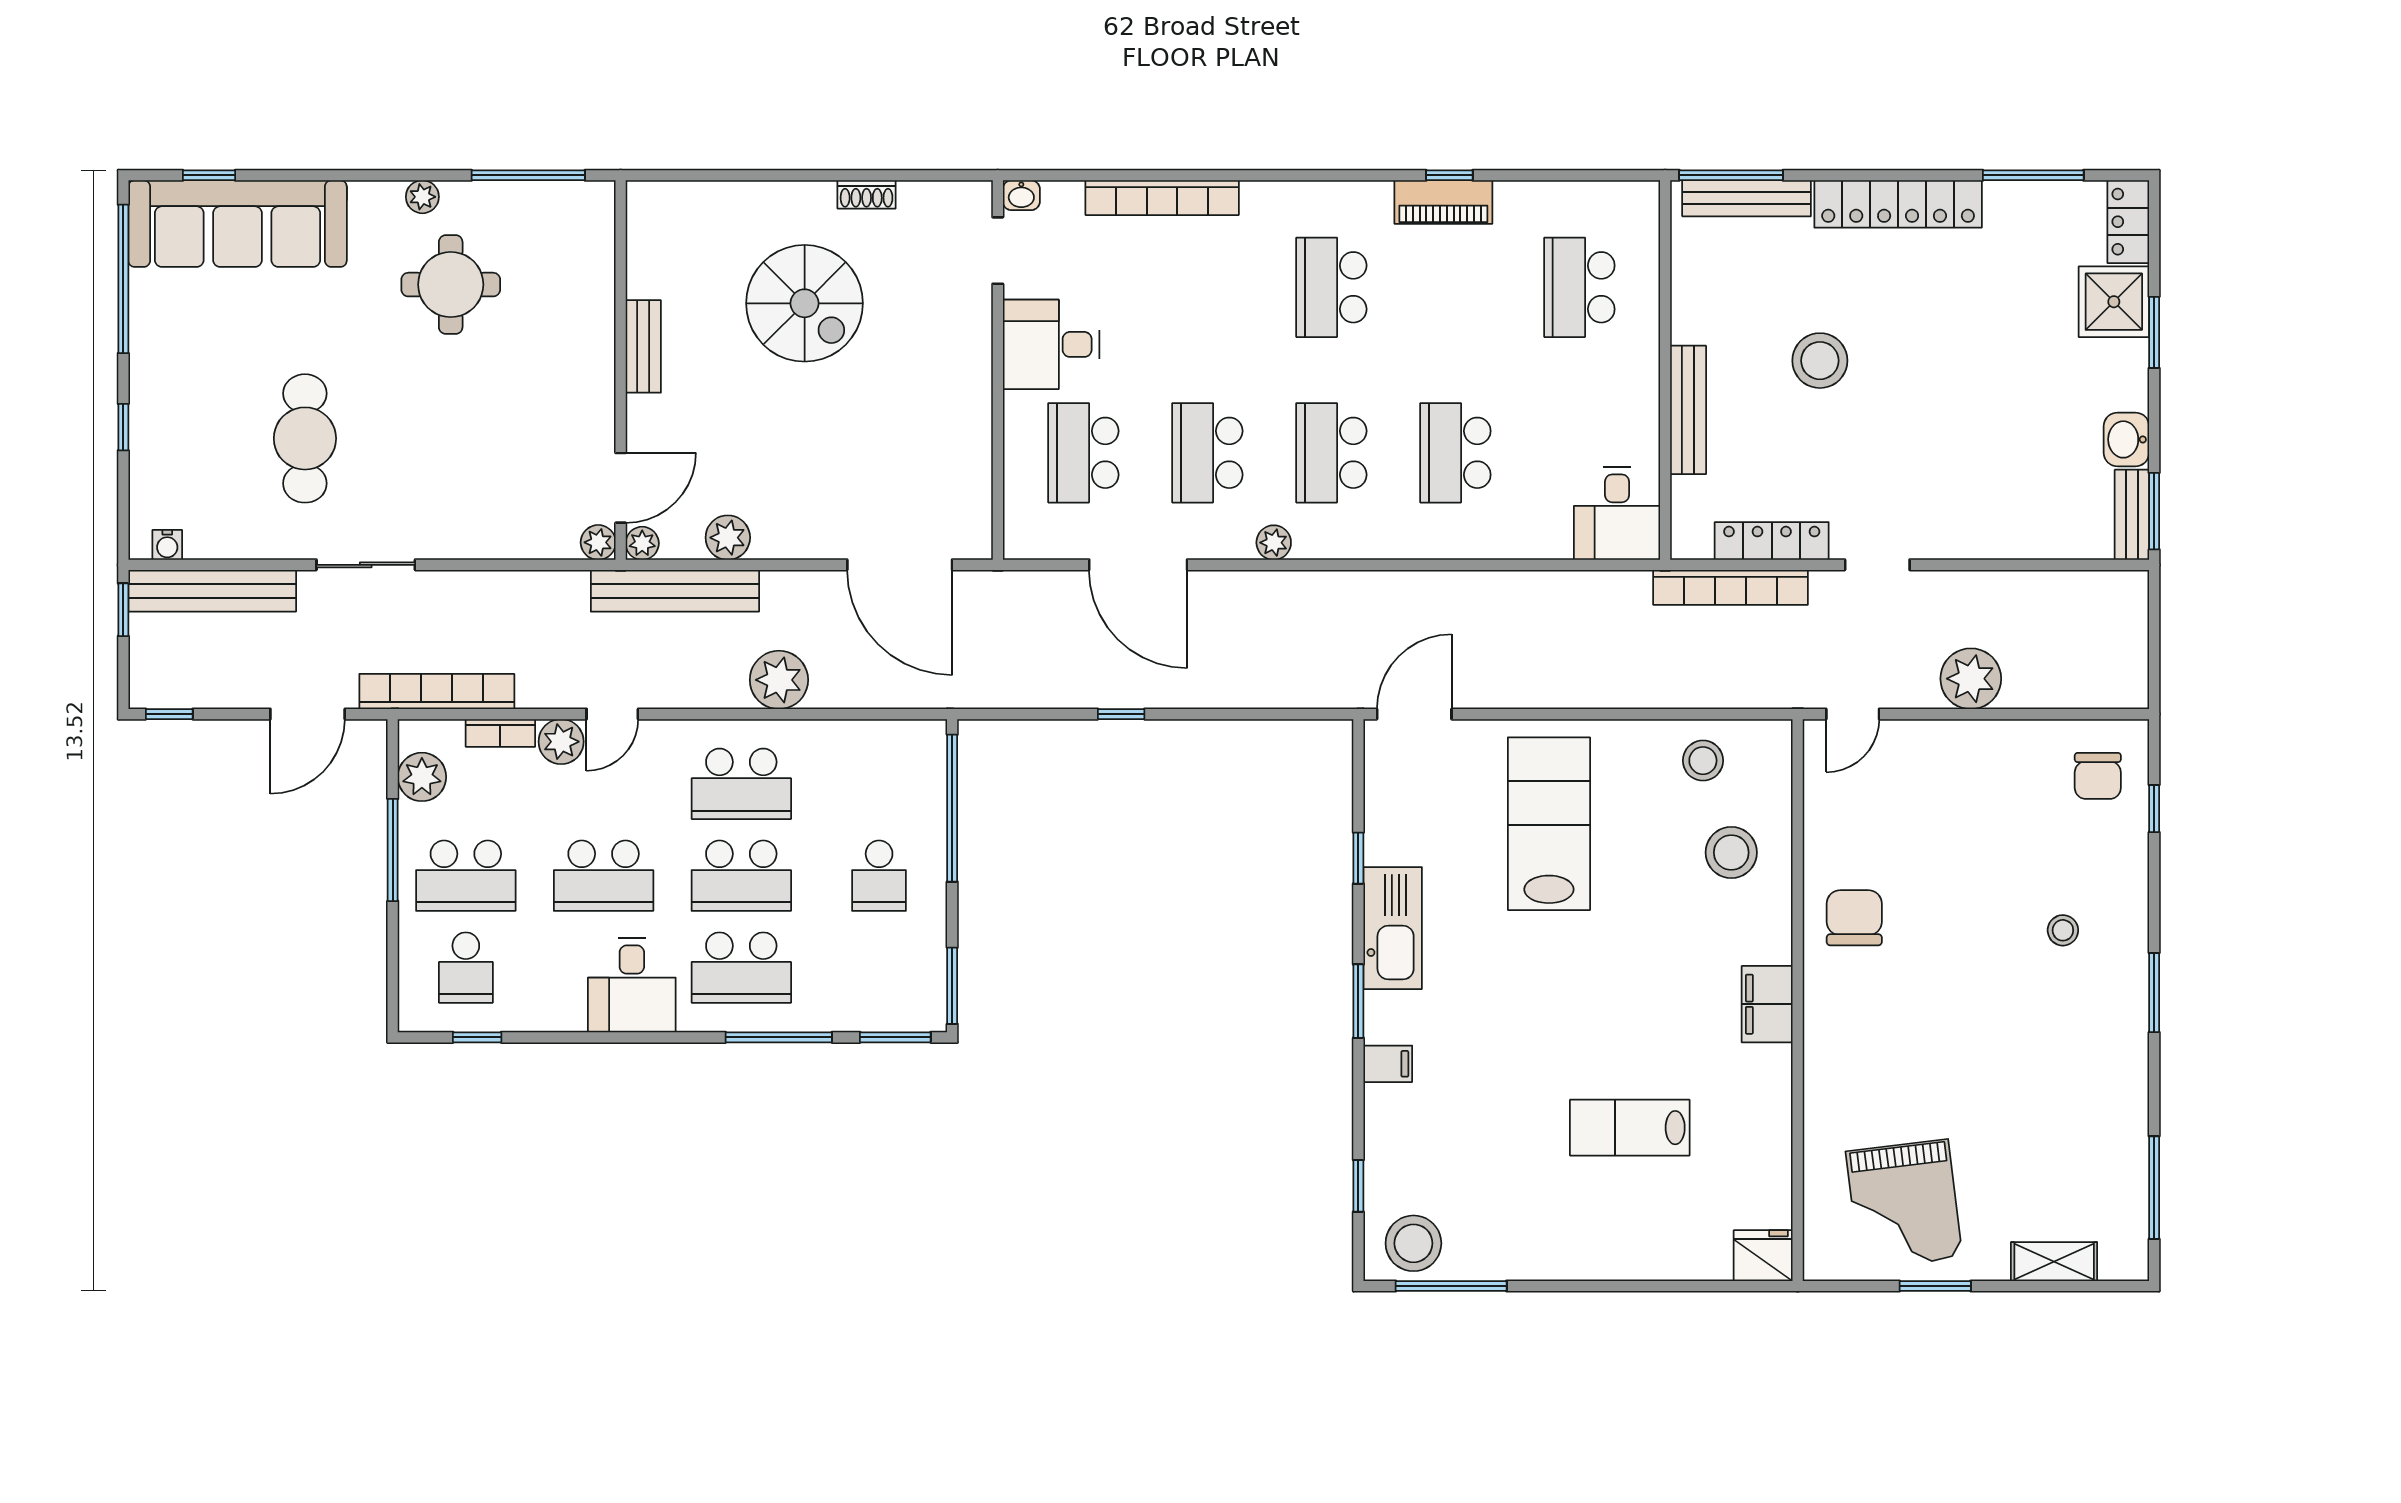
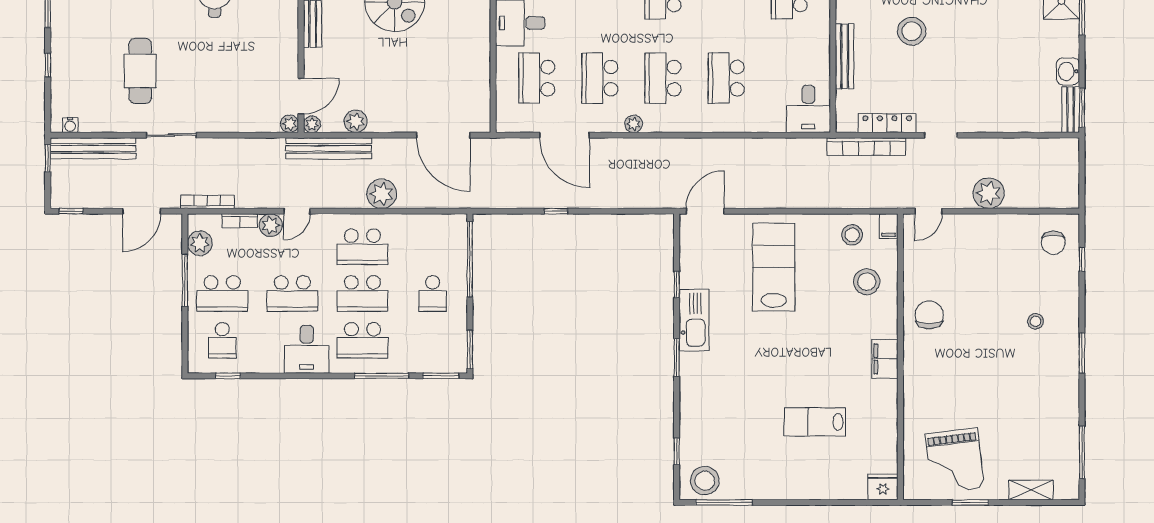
bookcase: (437, 691) -> (207, 202), width x0.68, depth x0.76
filing cabinet: (1388, 1064) -> (889, 226), moved, turned 90

